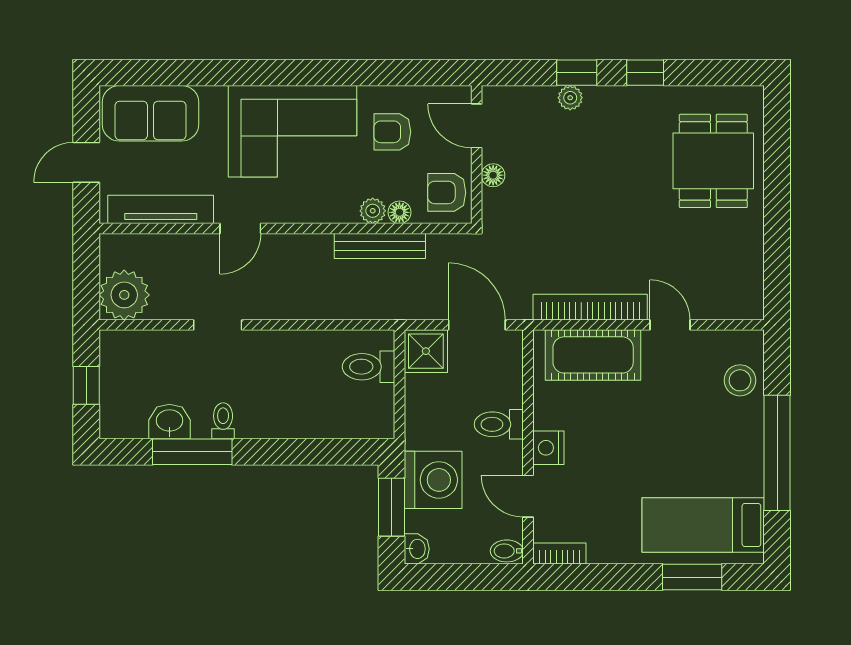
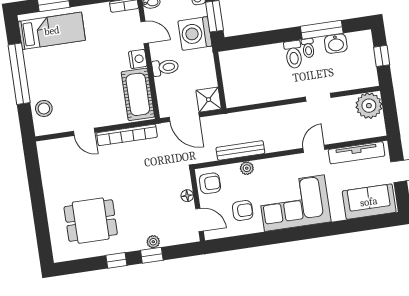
dining table: (713, 161) -> (91, 221), moved, turned 90
floor lamp: (399, 212) -> (233, 169), removed
cot: (593, 355) -> (138, 94), moved, turned 90
toilet: (369, 367) -> (293, 54), moved, turned 90

